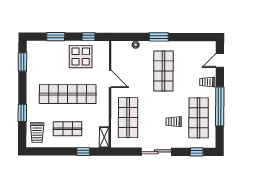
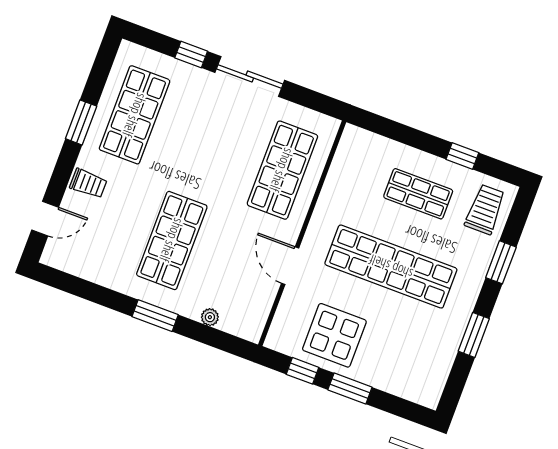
window: (56, 37) -> (350, 389), moved
window: (22, 62) -> (474, 335), moved
window: (220, 106) -> (81, 122), width x0.47
trolley: (174, 122) -> (190, 126), removed
shelving: (104, 137) -> (348, 147), removed
window: (83, 152) -> (462, 156), moved
window: (197, 152) -> (191, 55), moved

